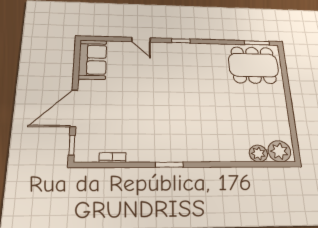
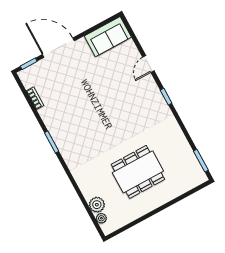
dining table: (253, 65) -> (138, 172), moved, turned 90
plant: (279, 151) -> (101, 218), width x0.53, depth x0.53

